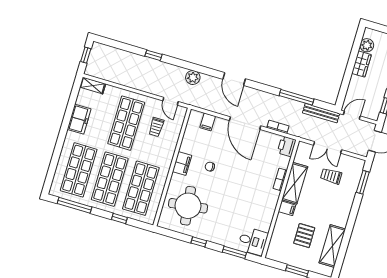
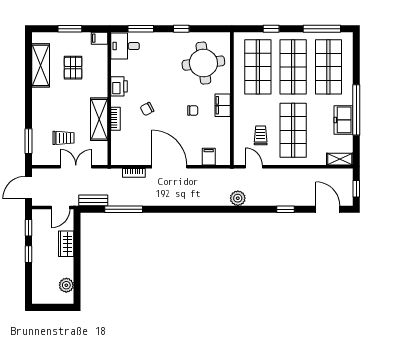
wardrobe: (361, 64) -> (66, 244), moved
door: (234, 79) -> (328, 209), moved
bench: (321, 113) -> (93, 200), width x0.73
window: (65, 125) -> (356, 110), added
printer: (287, 146) -> (119, 86), moved
chair: (250, 180) -> (147, 109), added
filing cabinet: (287, 208) -> (100, 38), moved

